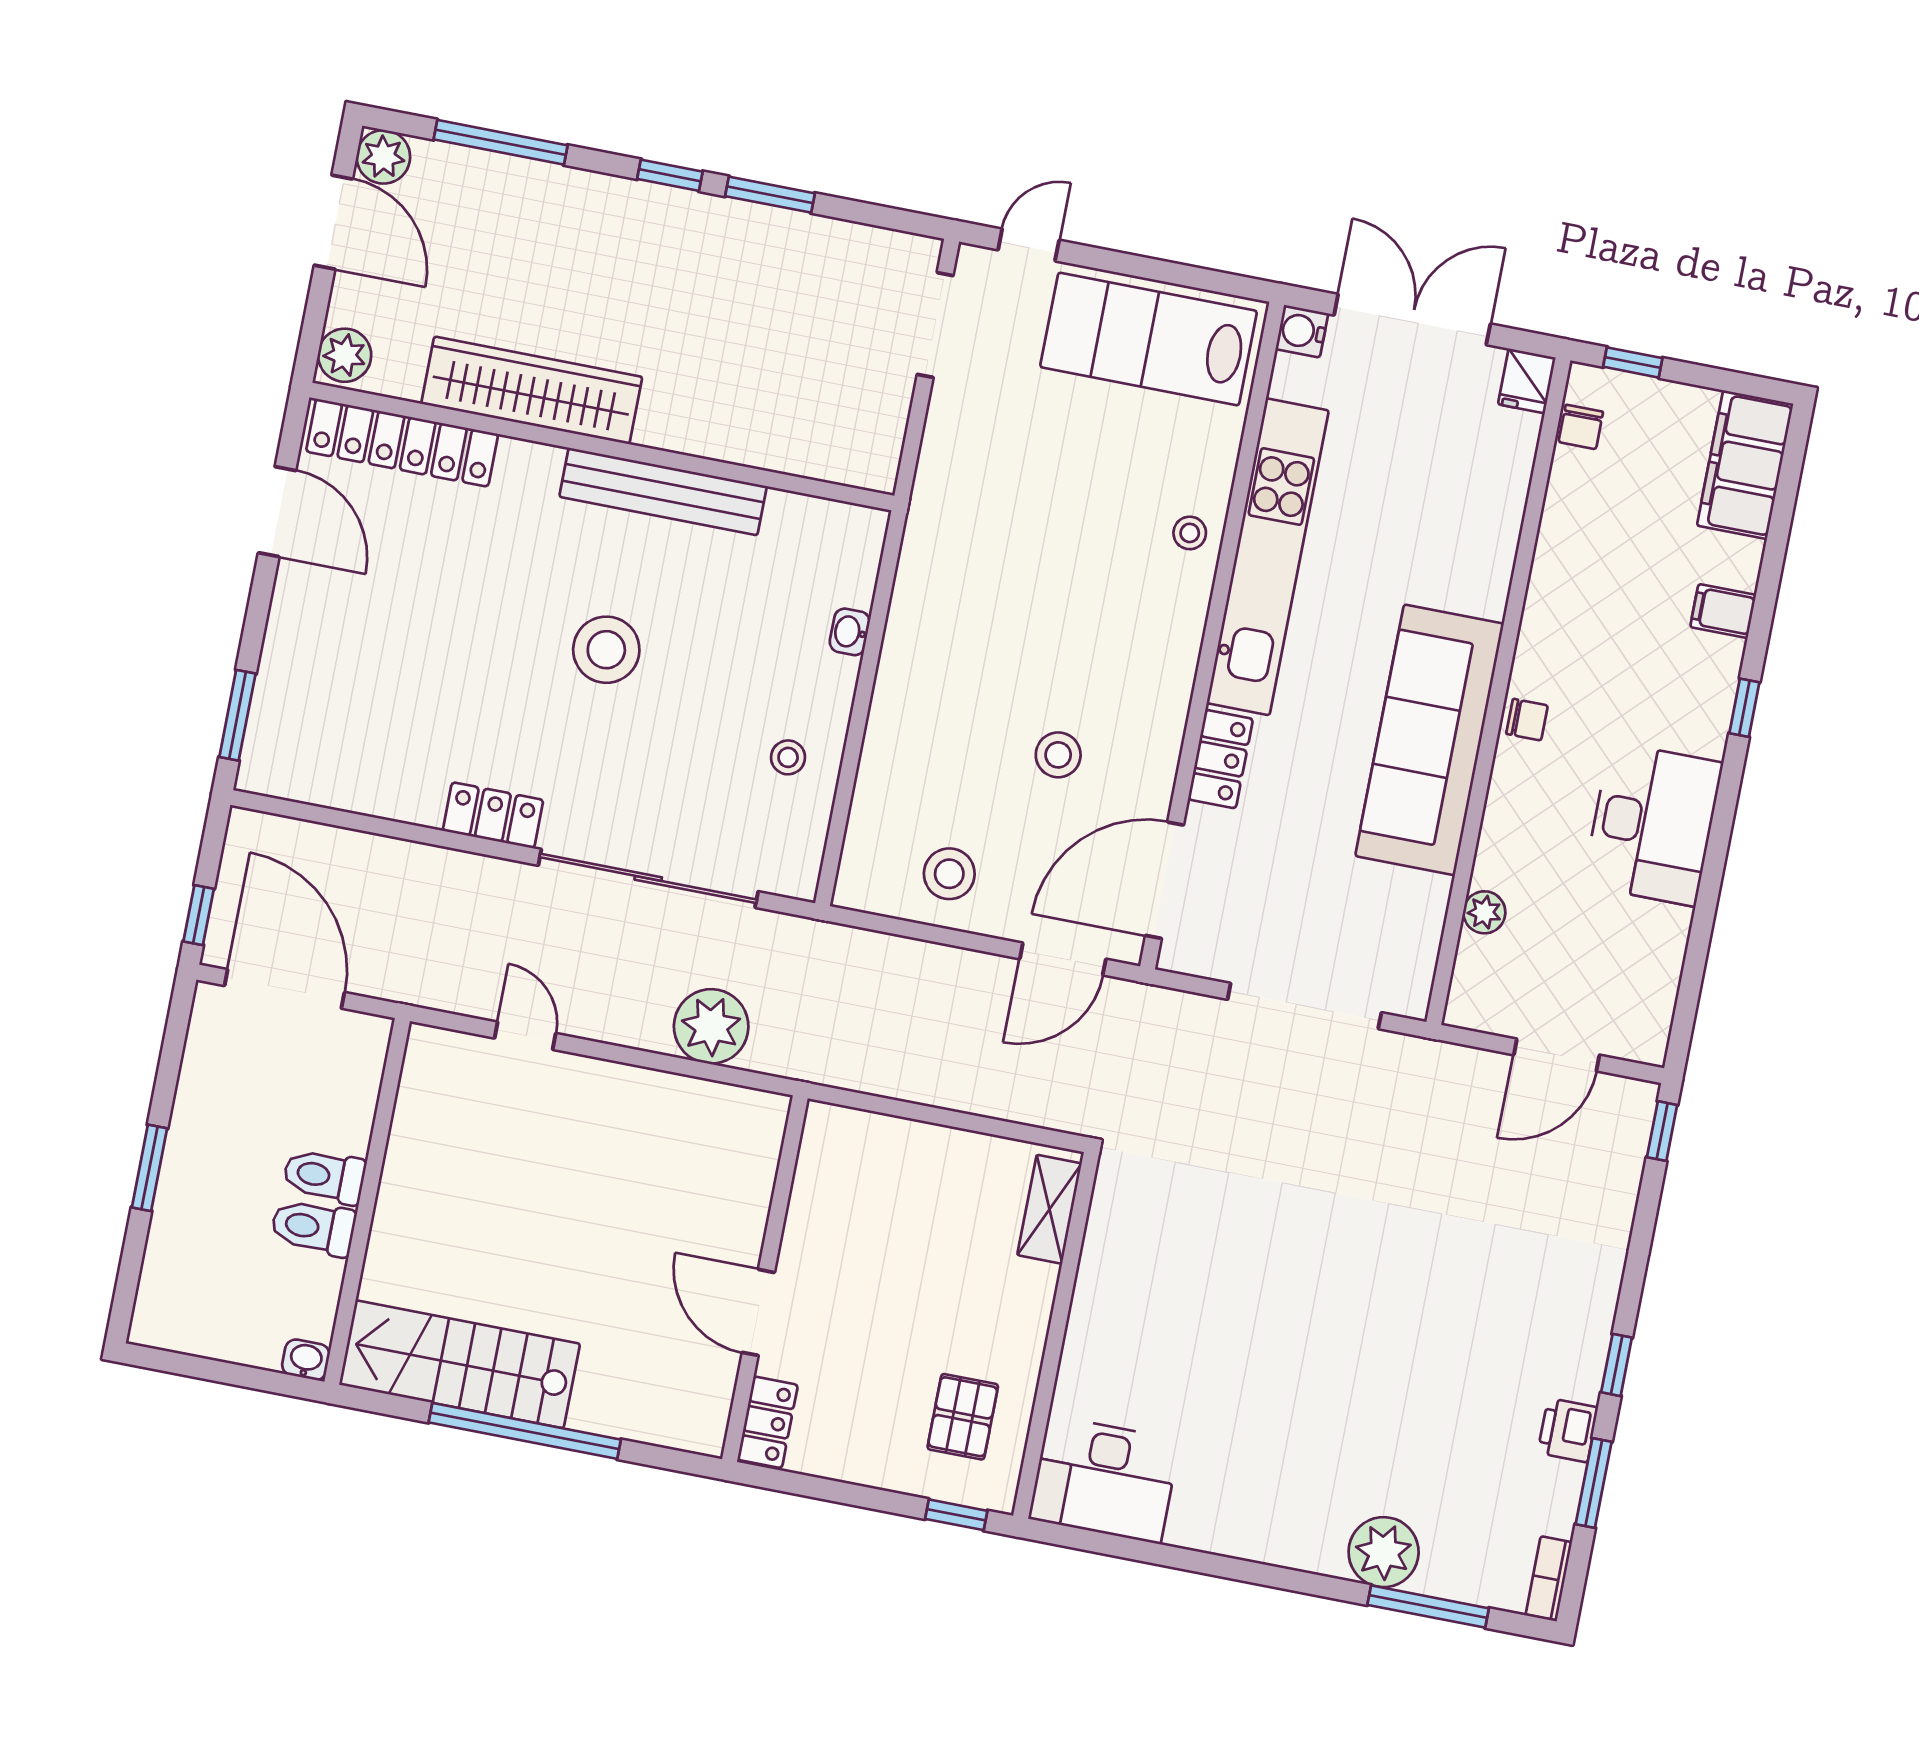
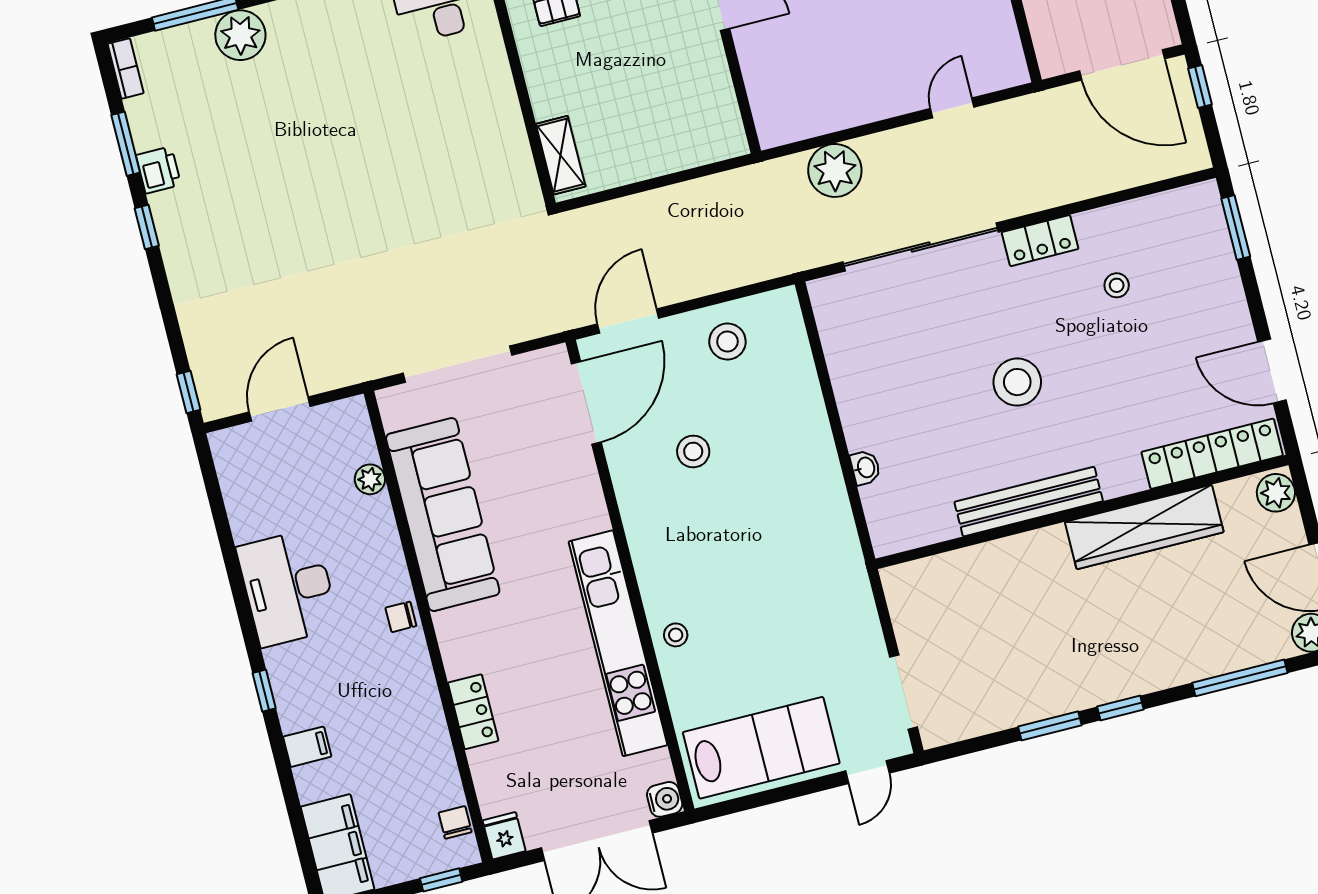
sofa: (1429, 740) -> (443, 514), moved
stool: (788, 757) -> (1117, 285), moved
locker: (1221, 759) -> (473, 712), moved, turned 180
door: (525, 1036) -> (952, 108), swing flipped

